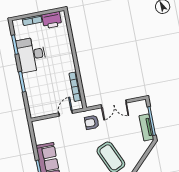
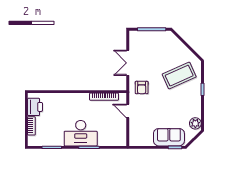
desk: (31, 55) -> (81, 133), moved
double door: (114, 104) -> (128, 63), swing flipped
tv unit: (146, 127) -> (157, 36), removed

